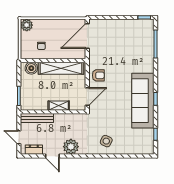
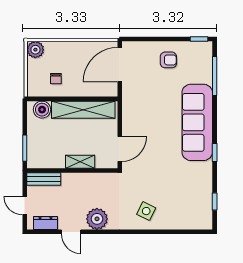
armchair: (98, 75) -> (168, 60), moved
sofa: (143, 101) -> (197, 122), moved
bench: (37, 118) -> (44, 179), width x0.73

